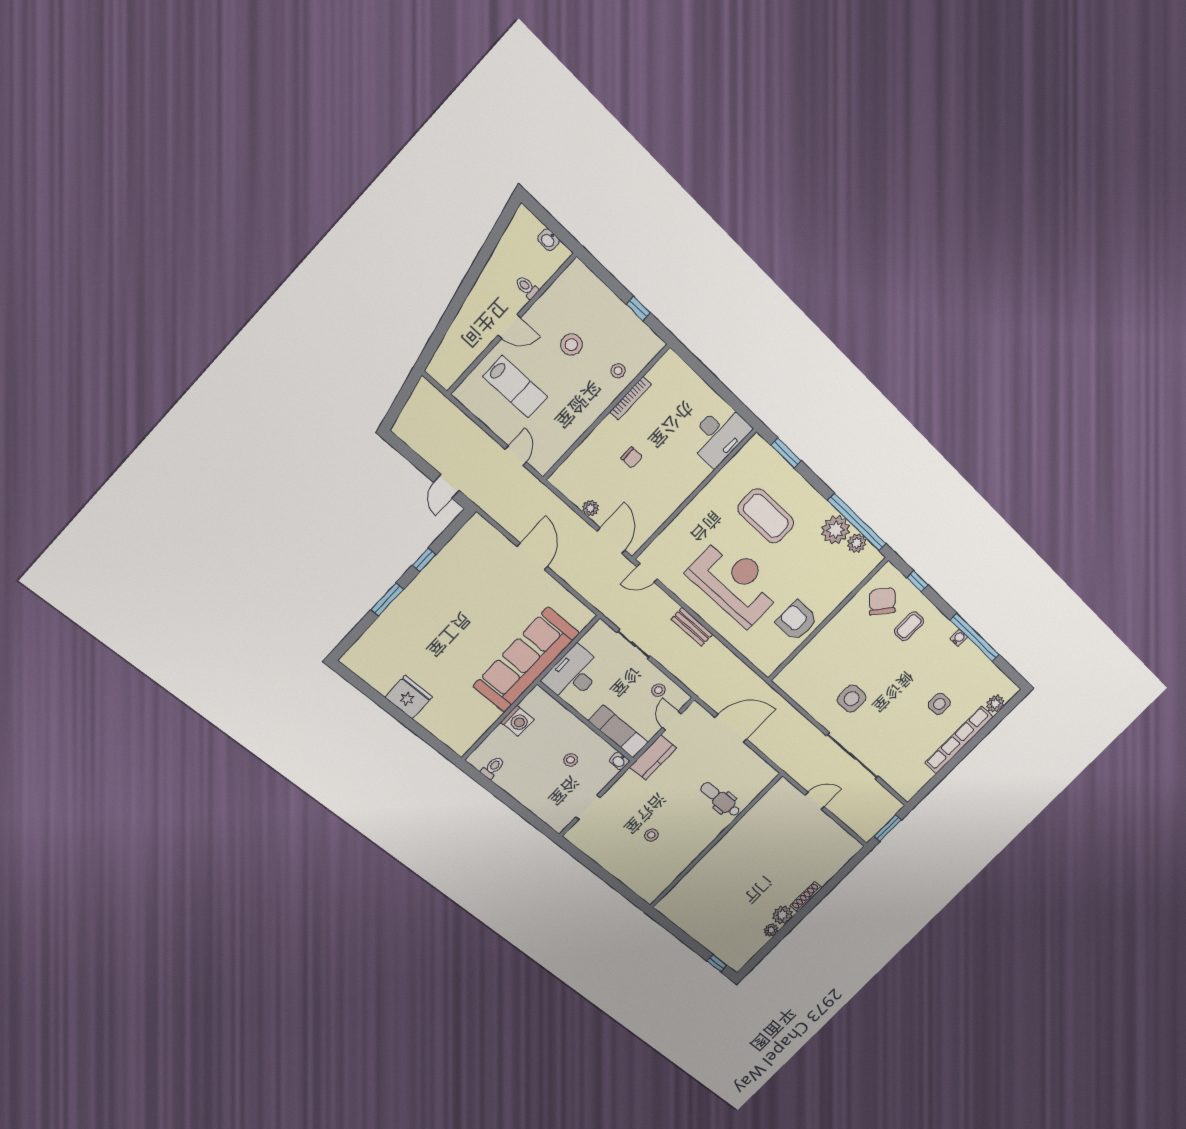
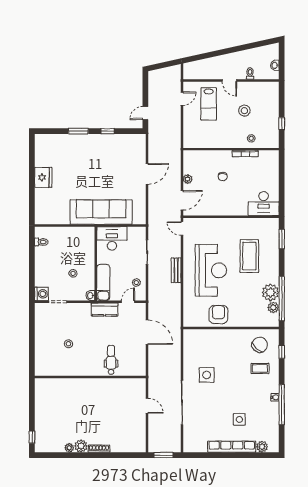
door: (516, 456) -> (182, 99), moved
washing machine: (517, 721) -> (41, 294), moved, turned -90

